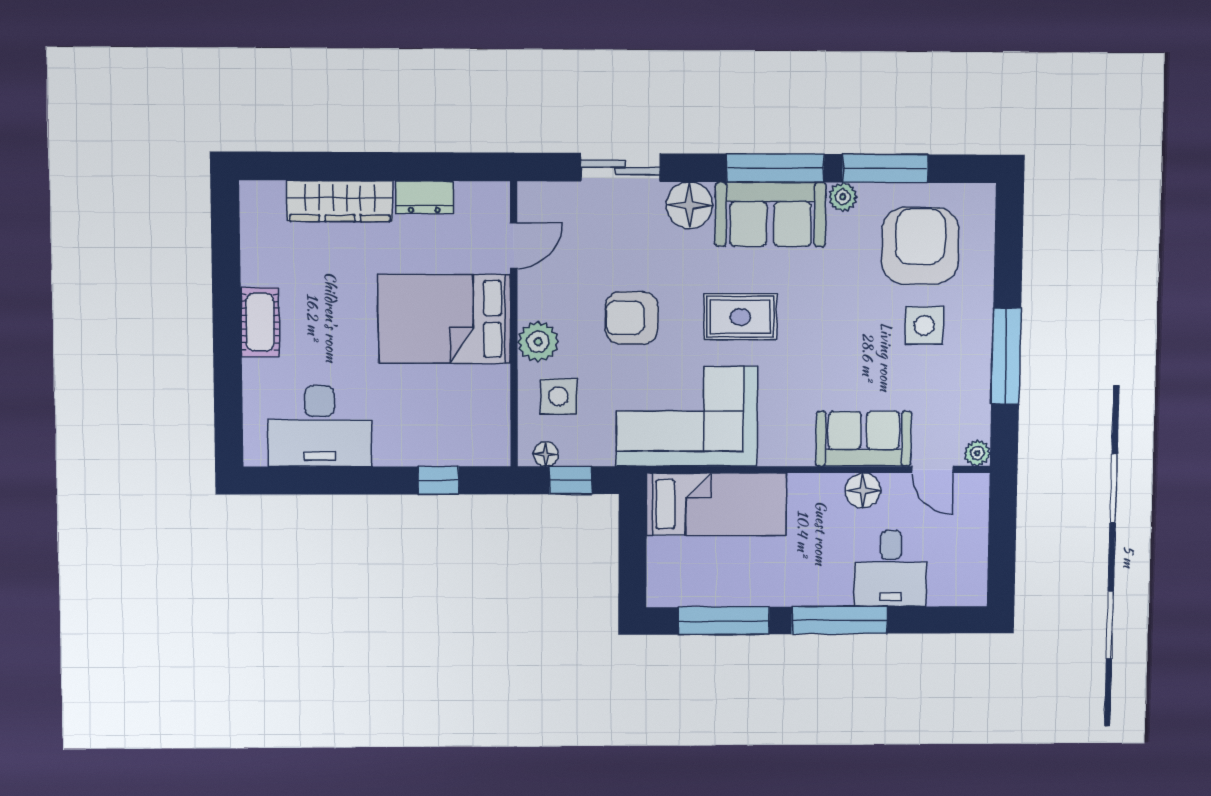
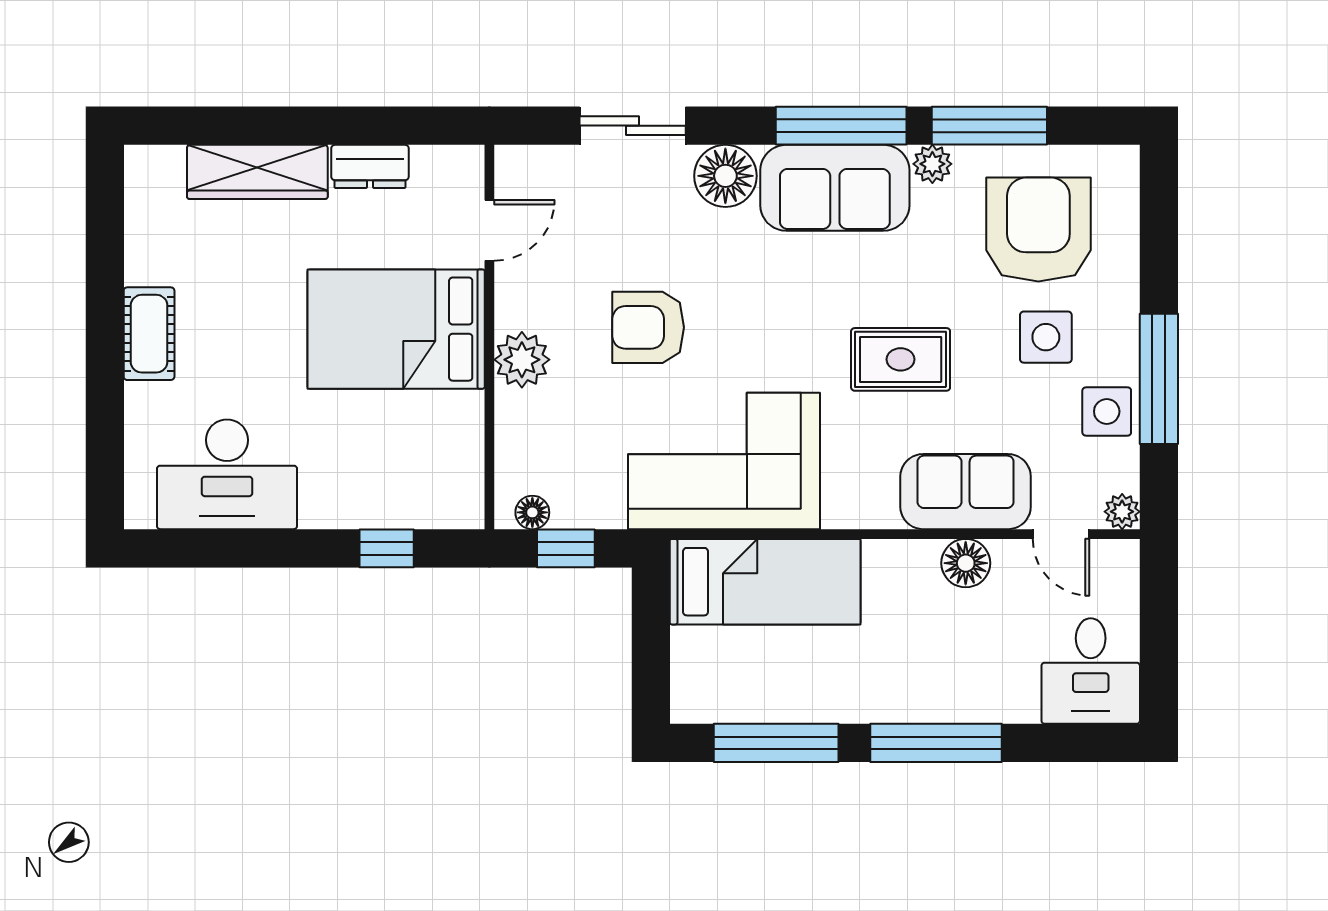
rug: (740, 317) -> (901, 359), moved
side table: (559, 396) -> (1107, 411), moved
desk: (891, 568) -> (1091, 671), moved

